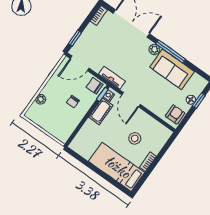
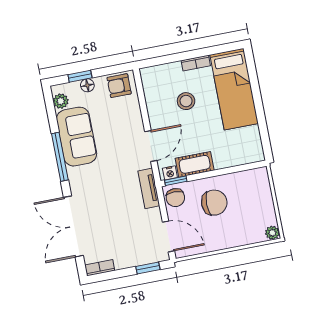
plant: (154, 49) -> (61, 101), moved
plant: (41, 99) -> (272, 233), moved
chair: (73, 102) -> (214, 203), width x1.87, depth x1.87

